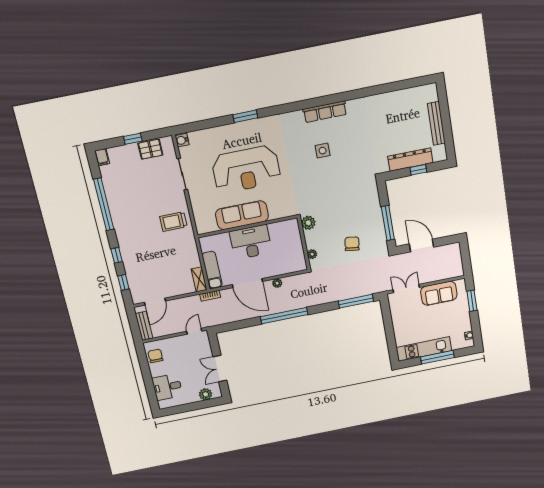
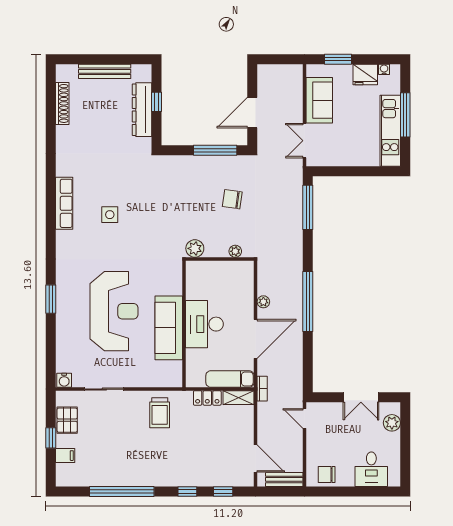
shoe rack: (405, 94) -> (62, 103), added
filing cabinet: (102, 157) -> (65, 456), moved
locker: (193, 256) -> (207, 398), added
fridge: (463, 323) -> (365, 74), added

